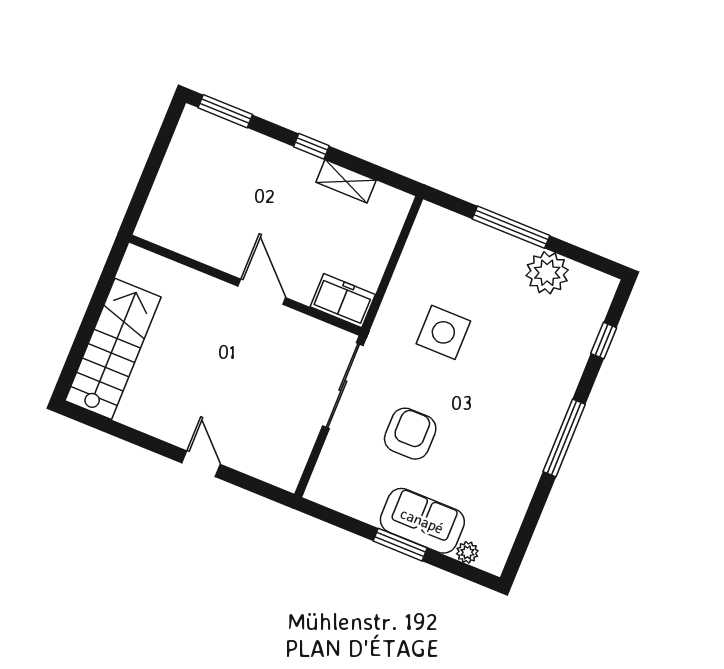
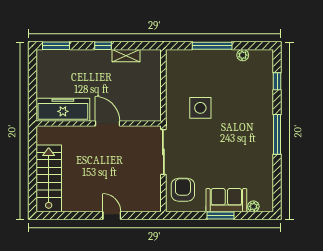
plant: (547, 273) -> (243, 55), width x0.53, depth x0.53
freezer: (343, 301) -> (63, 110), moved, width x1.91, depth x1.26
armchair: (410, 434) -> (183, 190), moved

